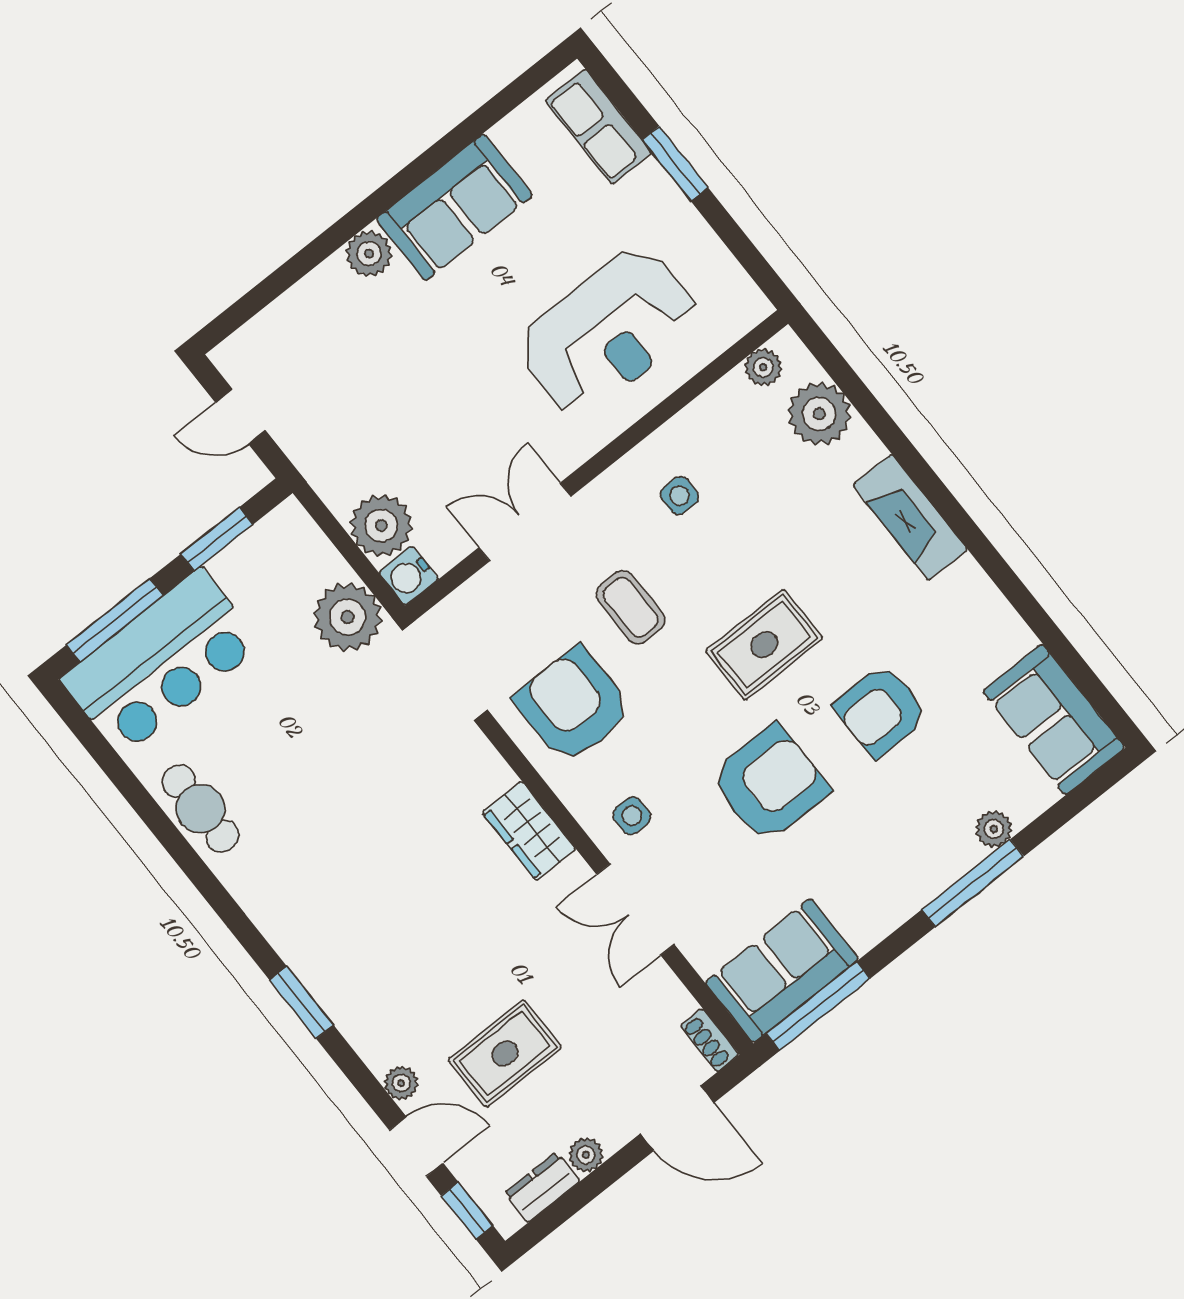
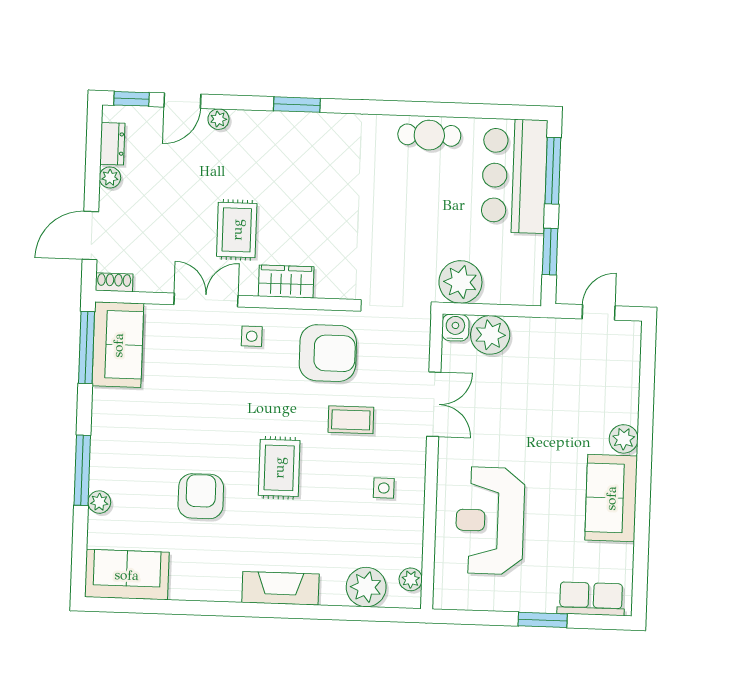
armchair: (769, 784) -> (211, 414), removed
rug: (505, 1053) -> (237, 230), moved

